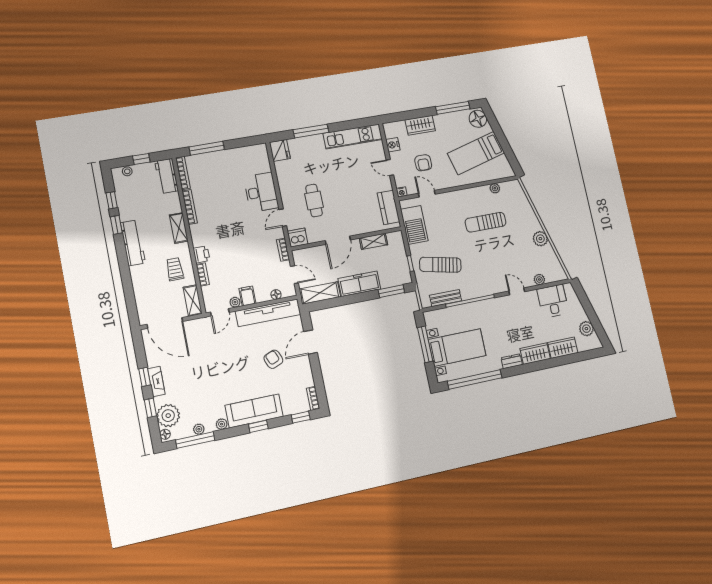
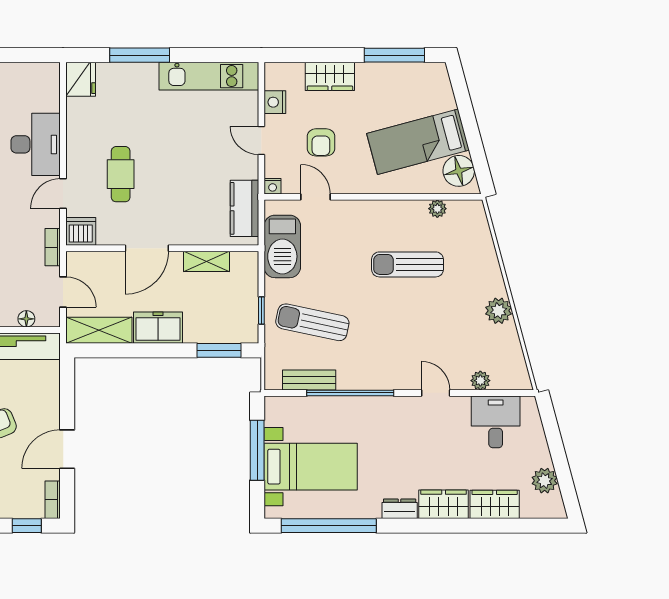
floor lamp: (478, 119) -> (459, 171), moved
freezer: (359, 284) -> (158, 328), width x0.71
door: (311, 342) -> (67, 449), moved

